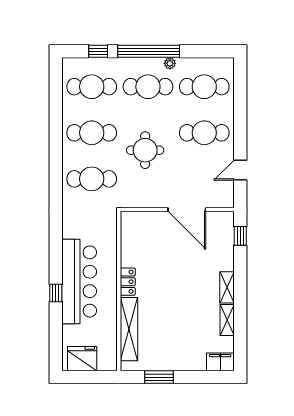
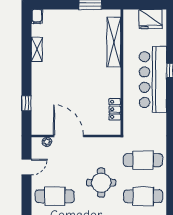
plant: (214, 202) -> (47, 142), added
window: (240, 236) -> (27, 103), moved
locker: (128, 282) -> (115, 109), moved
shelving: (227, 287) -> (37, 75), removed
filing cabinet: (220, 362) -> (37, 16), width x0.50

